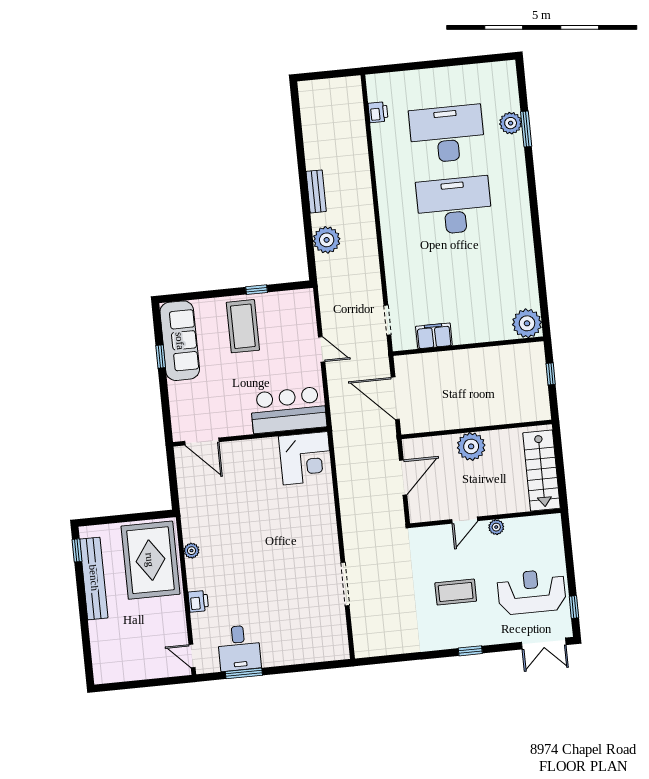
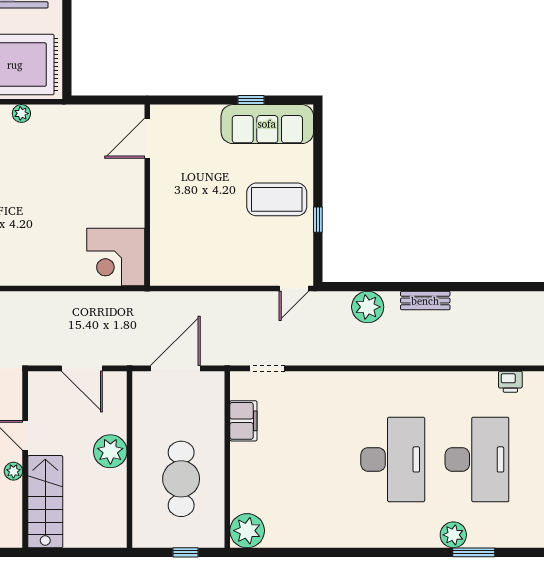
plant: (511, 123) -> (453, 535), moved
door: (322, 349) -> (294, 288), moved
cafe table: (489, 384) -> (181, 479), added
bar counter: (288, 410) -> (174, 243), removed
stairs: (541, 471) -> (45, 502), moved, turned 90

